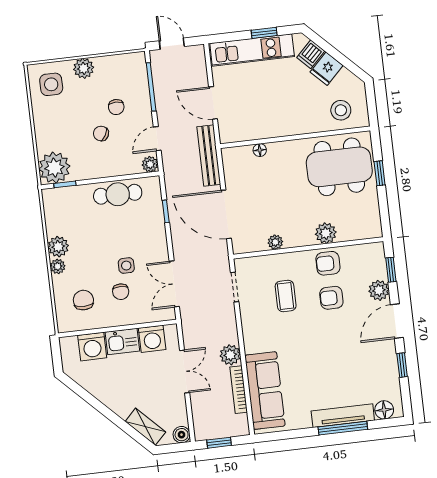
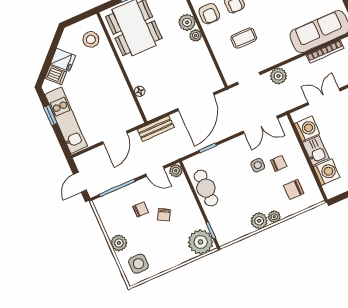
bench: (209, 156) -> (156, 128), width x0.73
plant: (275, 242) -> (196, 36), moved
plant: (230, 355) -> (278, 76), moved

